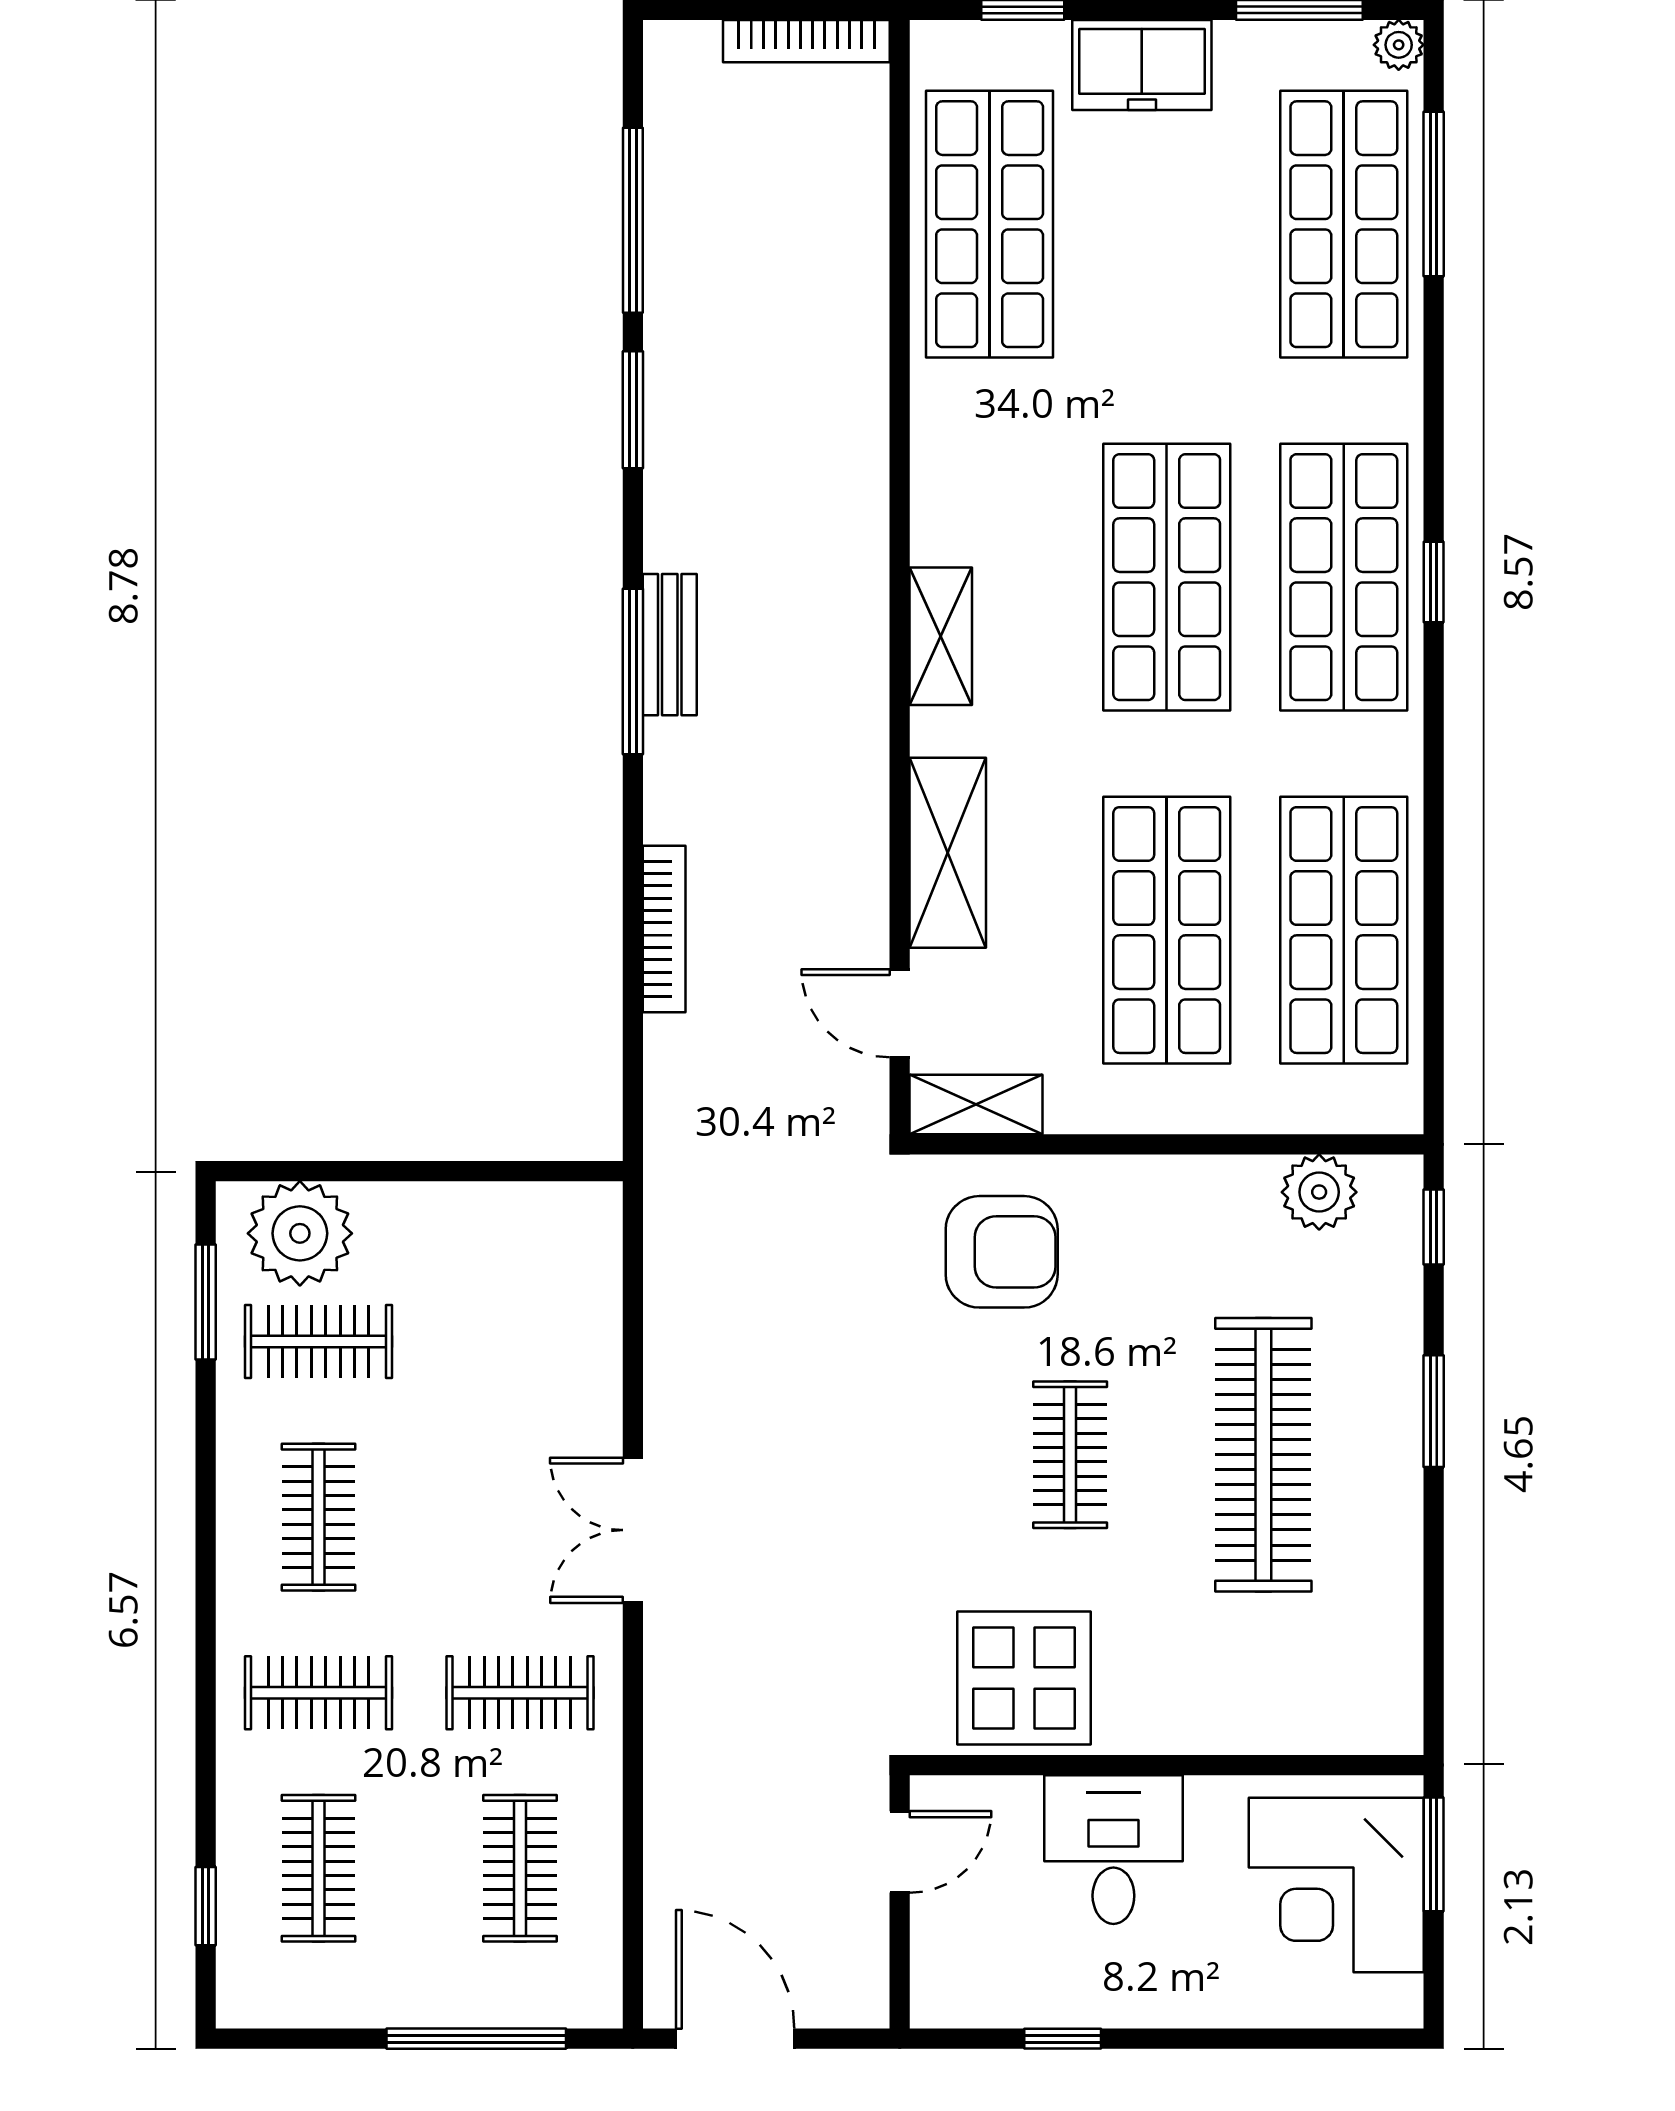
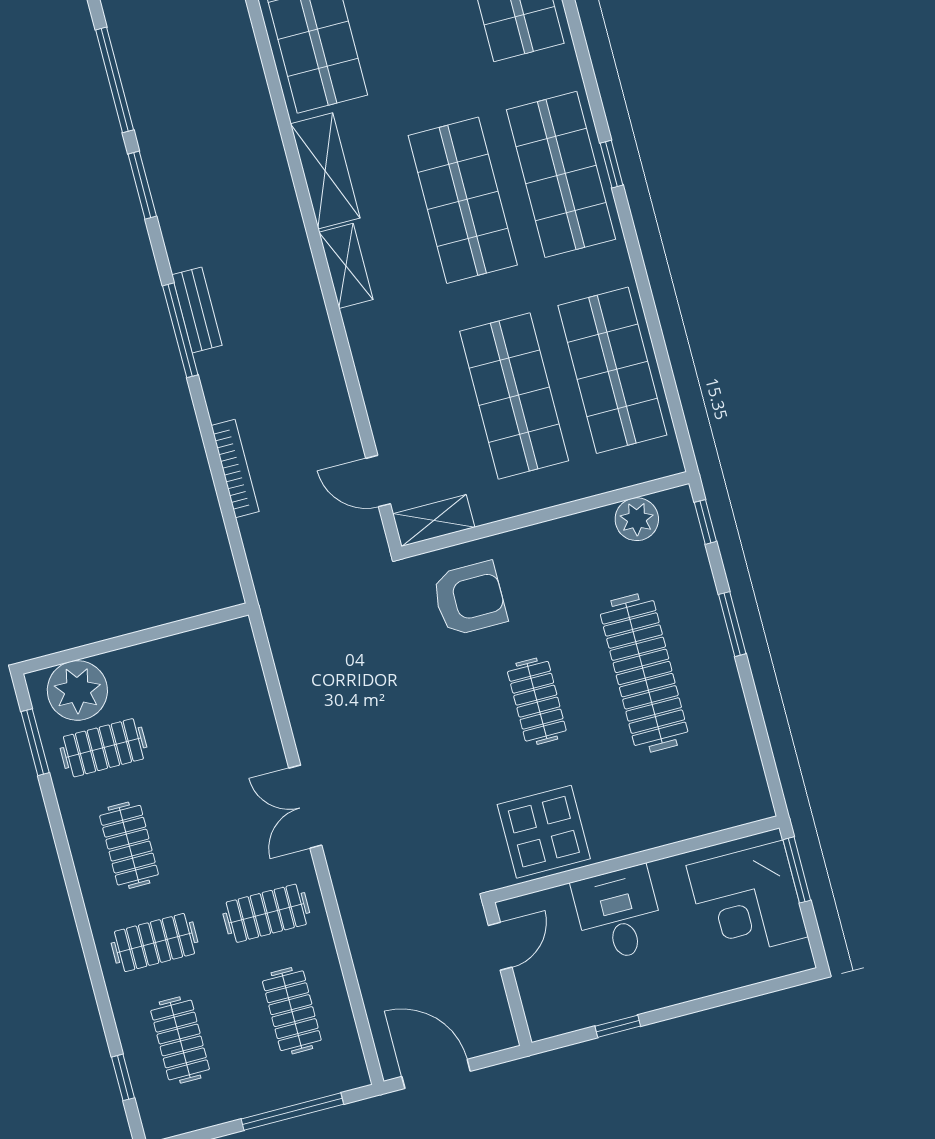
shelving: (948, 853) -> (325, 171), moved

